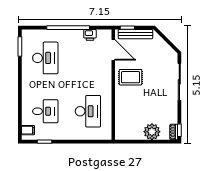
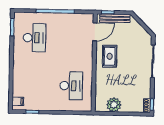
printer: (90, 35) -> (74, 18), removed
door: (113, 50) -> (95, 32), hinge flipped
rug: (131, 77) -> (110, 56), turned 90
desk: (45, 111) -> (33, 85), removed
plant: (152, 132) -> (114, 105), moved

